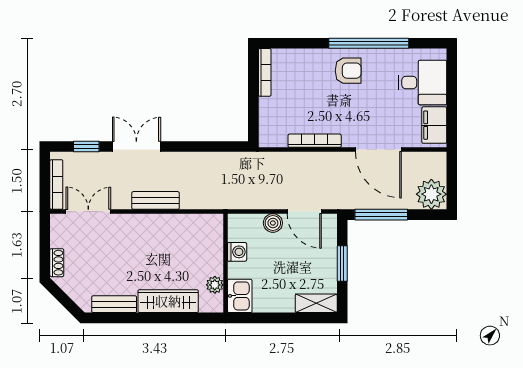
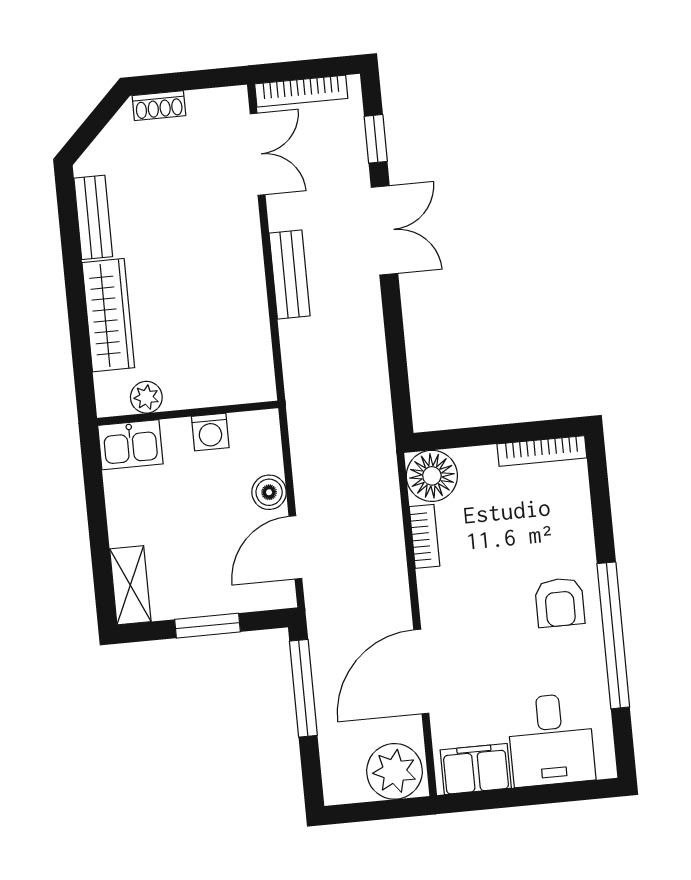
floor lamp: (273, 134) -> (432, 476), added
bookcase: (315, 141) -> (425, 536), width x0.64
plant: (431, 194) -> (394, 771), moved

